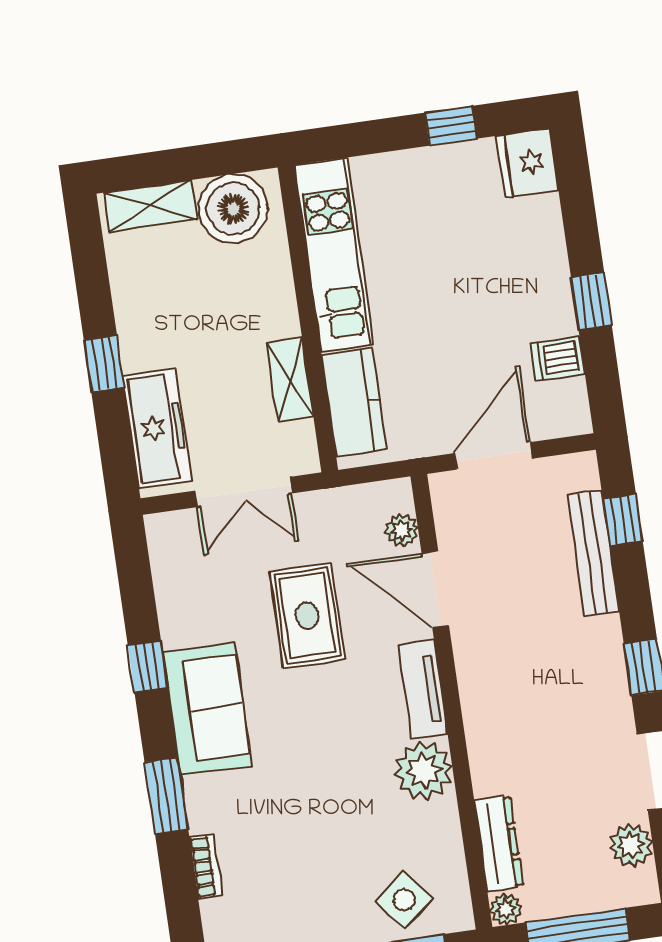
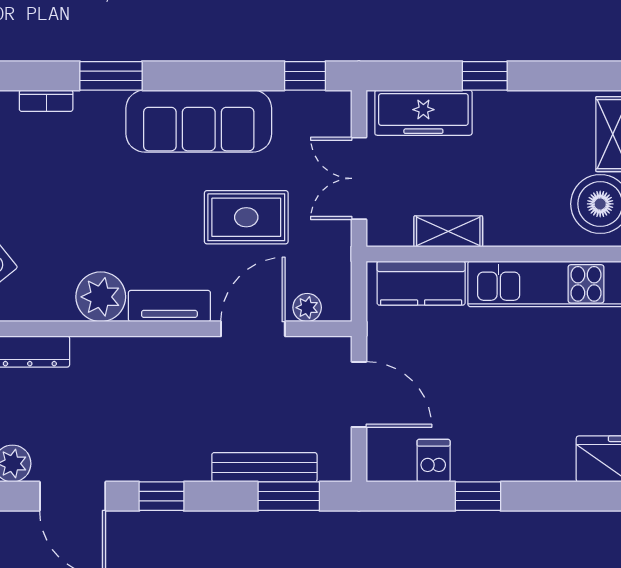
window: (623, 520) -> (289, 496), width x1.50
window: (148, 667) -> (305, 76), moved
sofa: (207, 709) -> (199, 121), width x1.36

